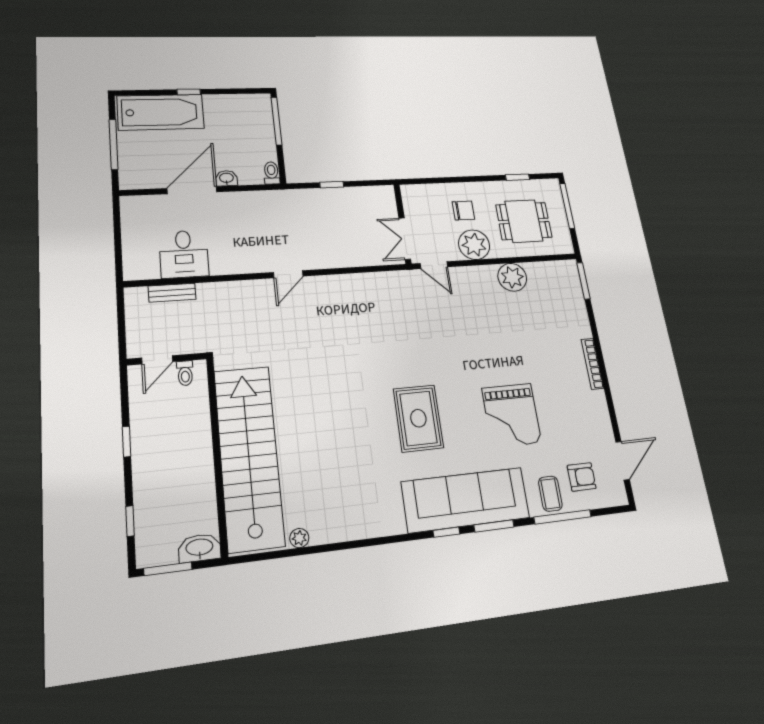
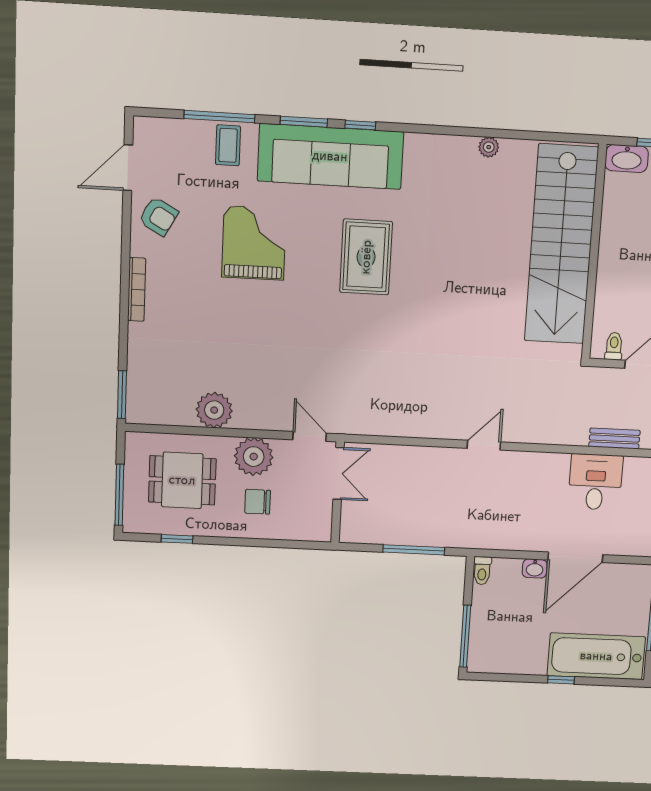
window: (332, 185) -> (414, 550), width x2.17
armchair: (582, 477) -> (158, 216), moved, turned -151
plant: (299, 538) -> (489, 147), moved

